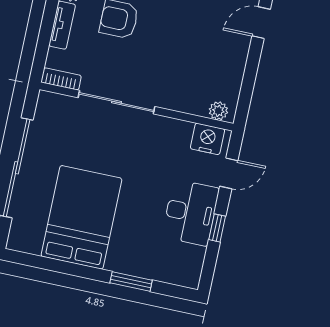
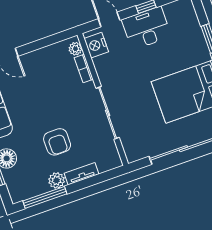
bookcase: (61, 79) -> (84, 69), moved

